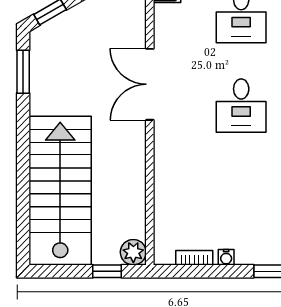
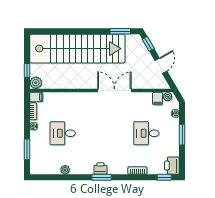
desk: (241, 106) -> (63, 133), moved
stairs: (60, 191) -> (77, 49), width x1.36
filing cabinet: (164, 252) -> (36, 97), added

